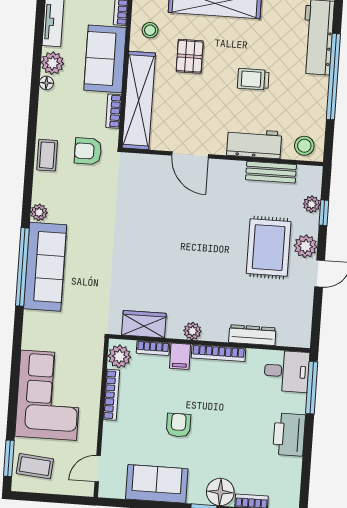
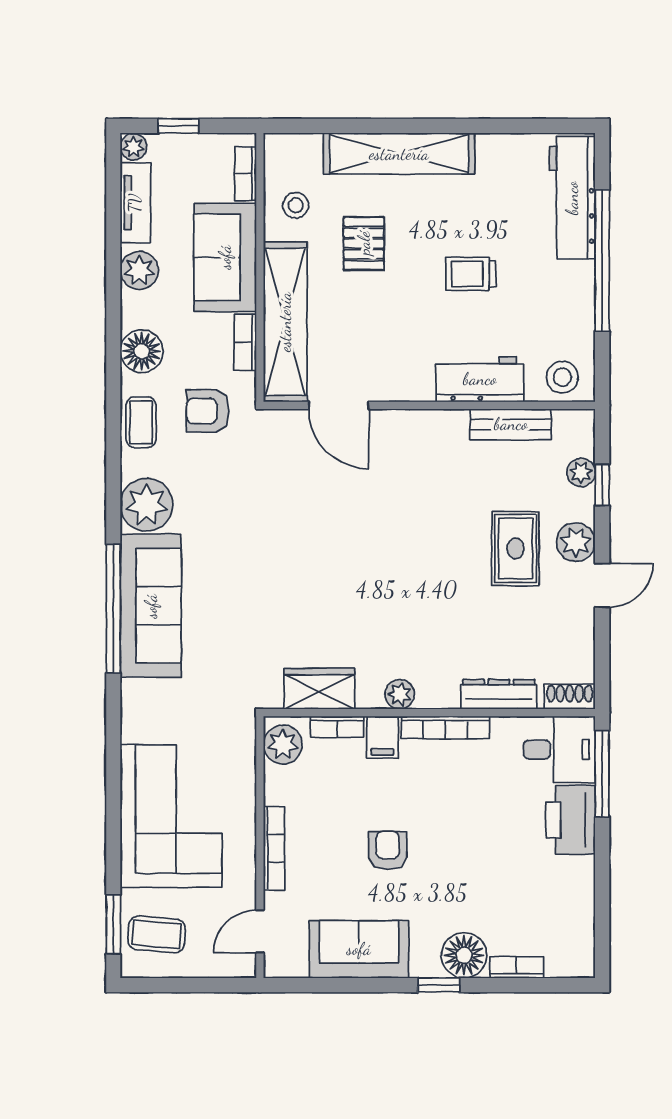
floor lamp: (46, 83) -> (142, 351), moved, width x1.89, depth x1.89
door: (190, 155) -> (339, 405), moved
plant: (39, 212) -> (147, 505), width x1.88, depth x1.88
rug: (269, 248) -> (515, 548), width x0.73, depth x0.70
shoe rack: (295, 340) -> (570, 697), added
bookcase: (111, 395) -> (274, 848), moved
printer: (289, 435) -> (570, 820), moved

